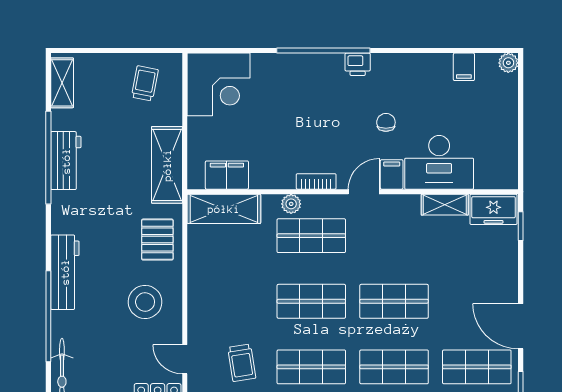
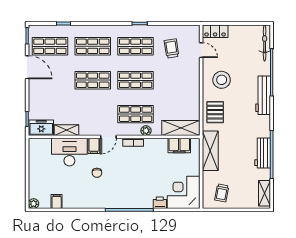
printer: (358, 64) -> (160, 203), moved

